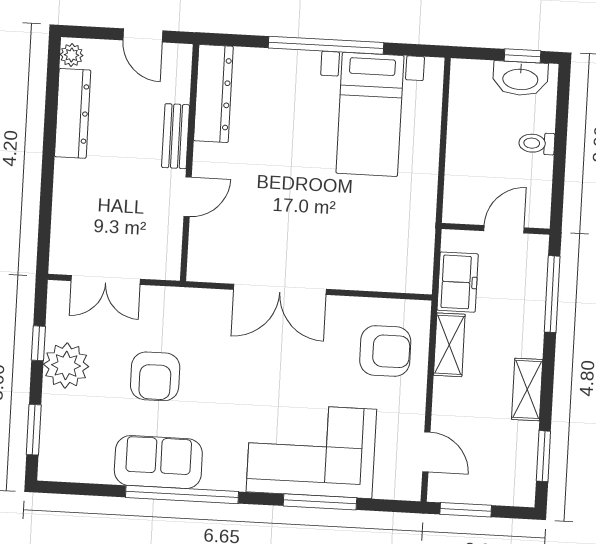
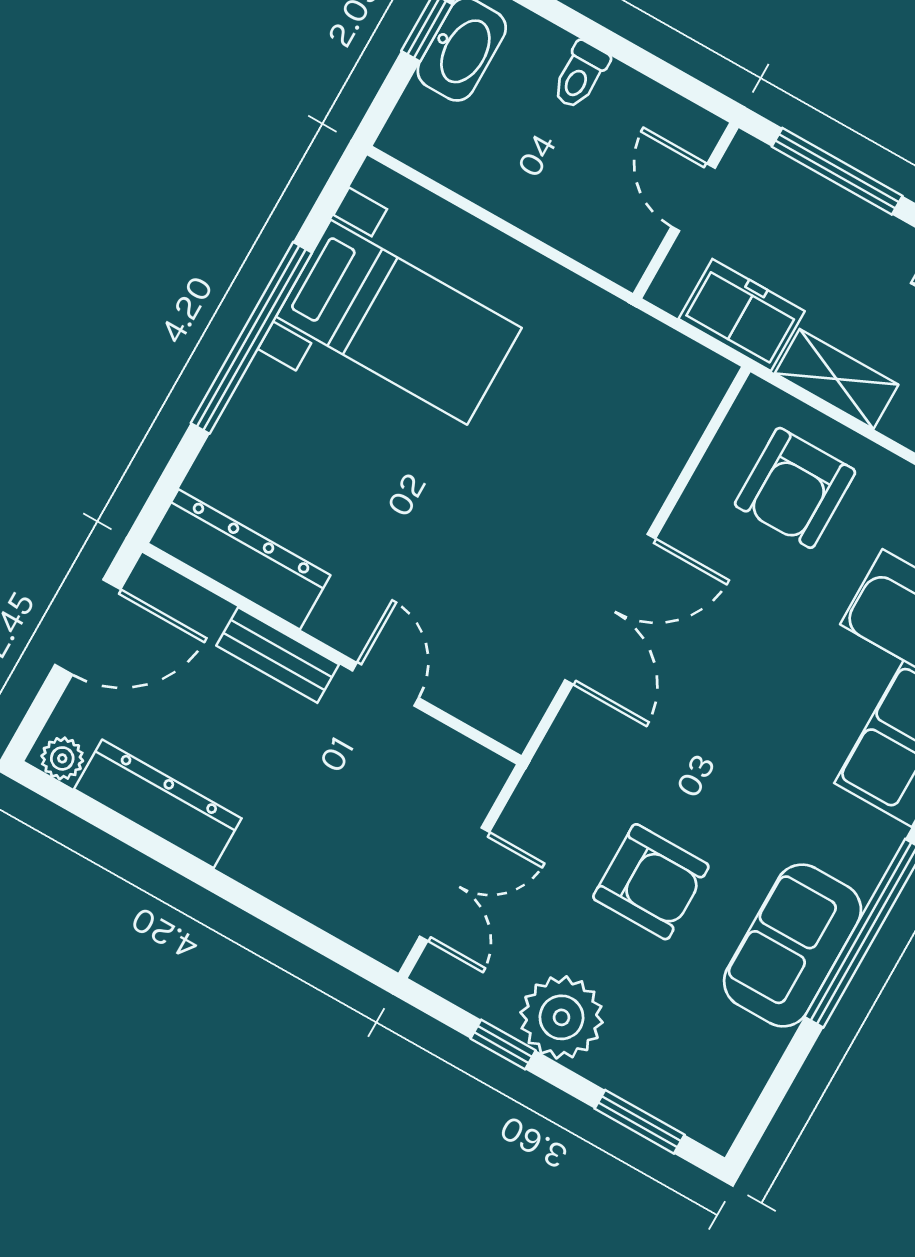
door: (143, 35) -> (88, 627), width x1.38
armchair: (385, 351) -> (795, 488), turned 180

